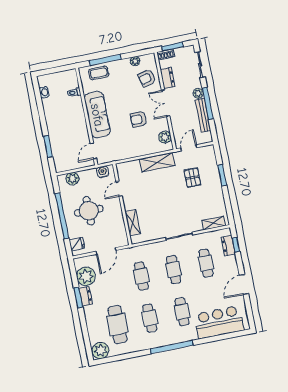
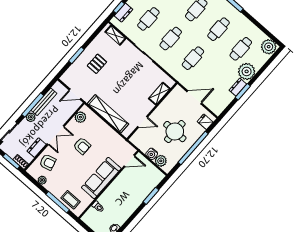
shelving: (157, 162) -> (108, 114), width x1.47
water cooler: (103, 172) -> (152, 154), moved
pallet: (192, 178) -> (97, 64), moved
plant: (86, 276) -> (247, 71), moved
cafe table: (117, 325) -> (241, 49), width x0.73, depth x0.74

